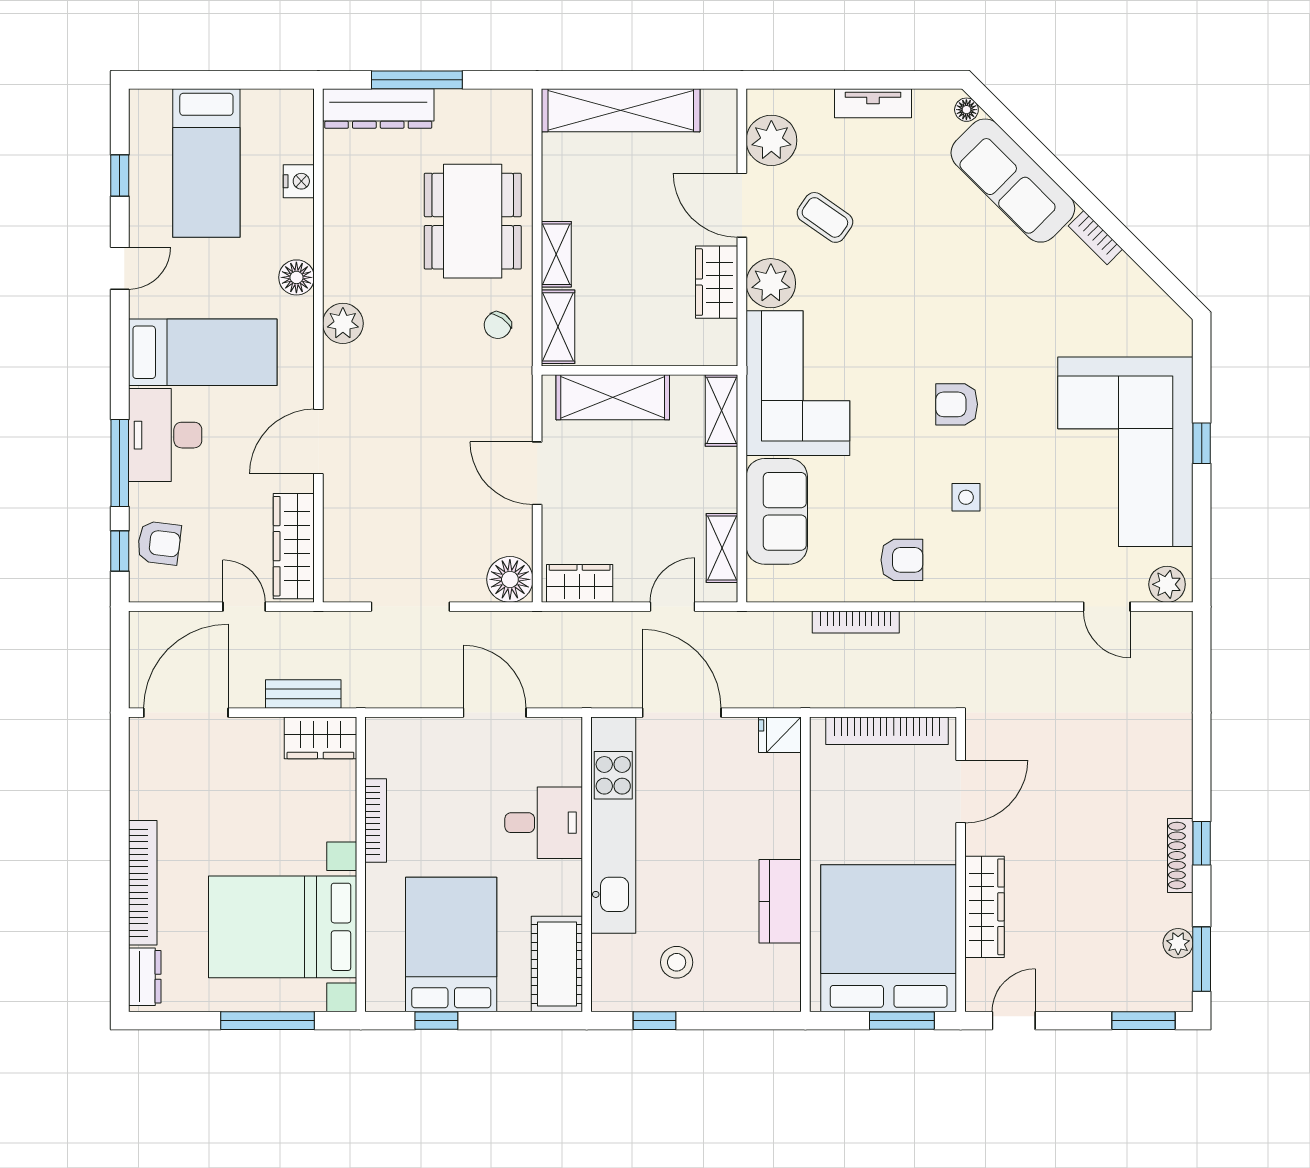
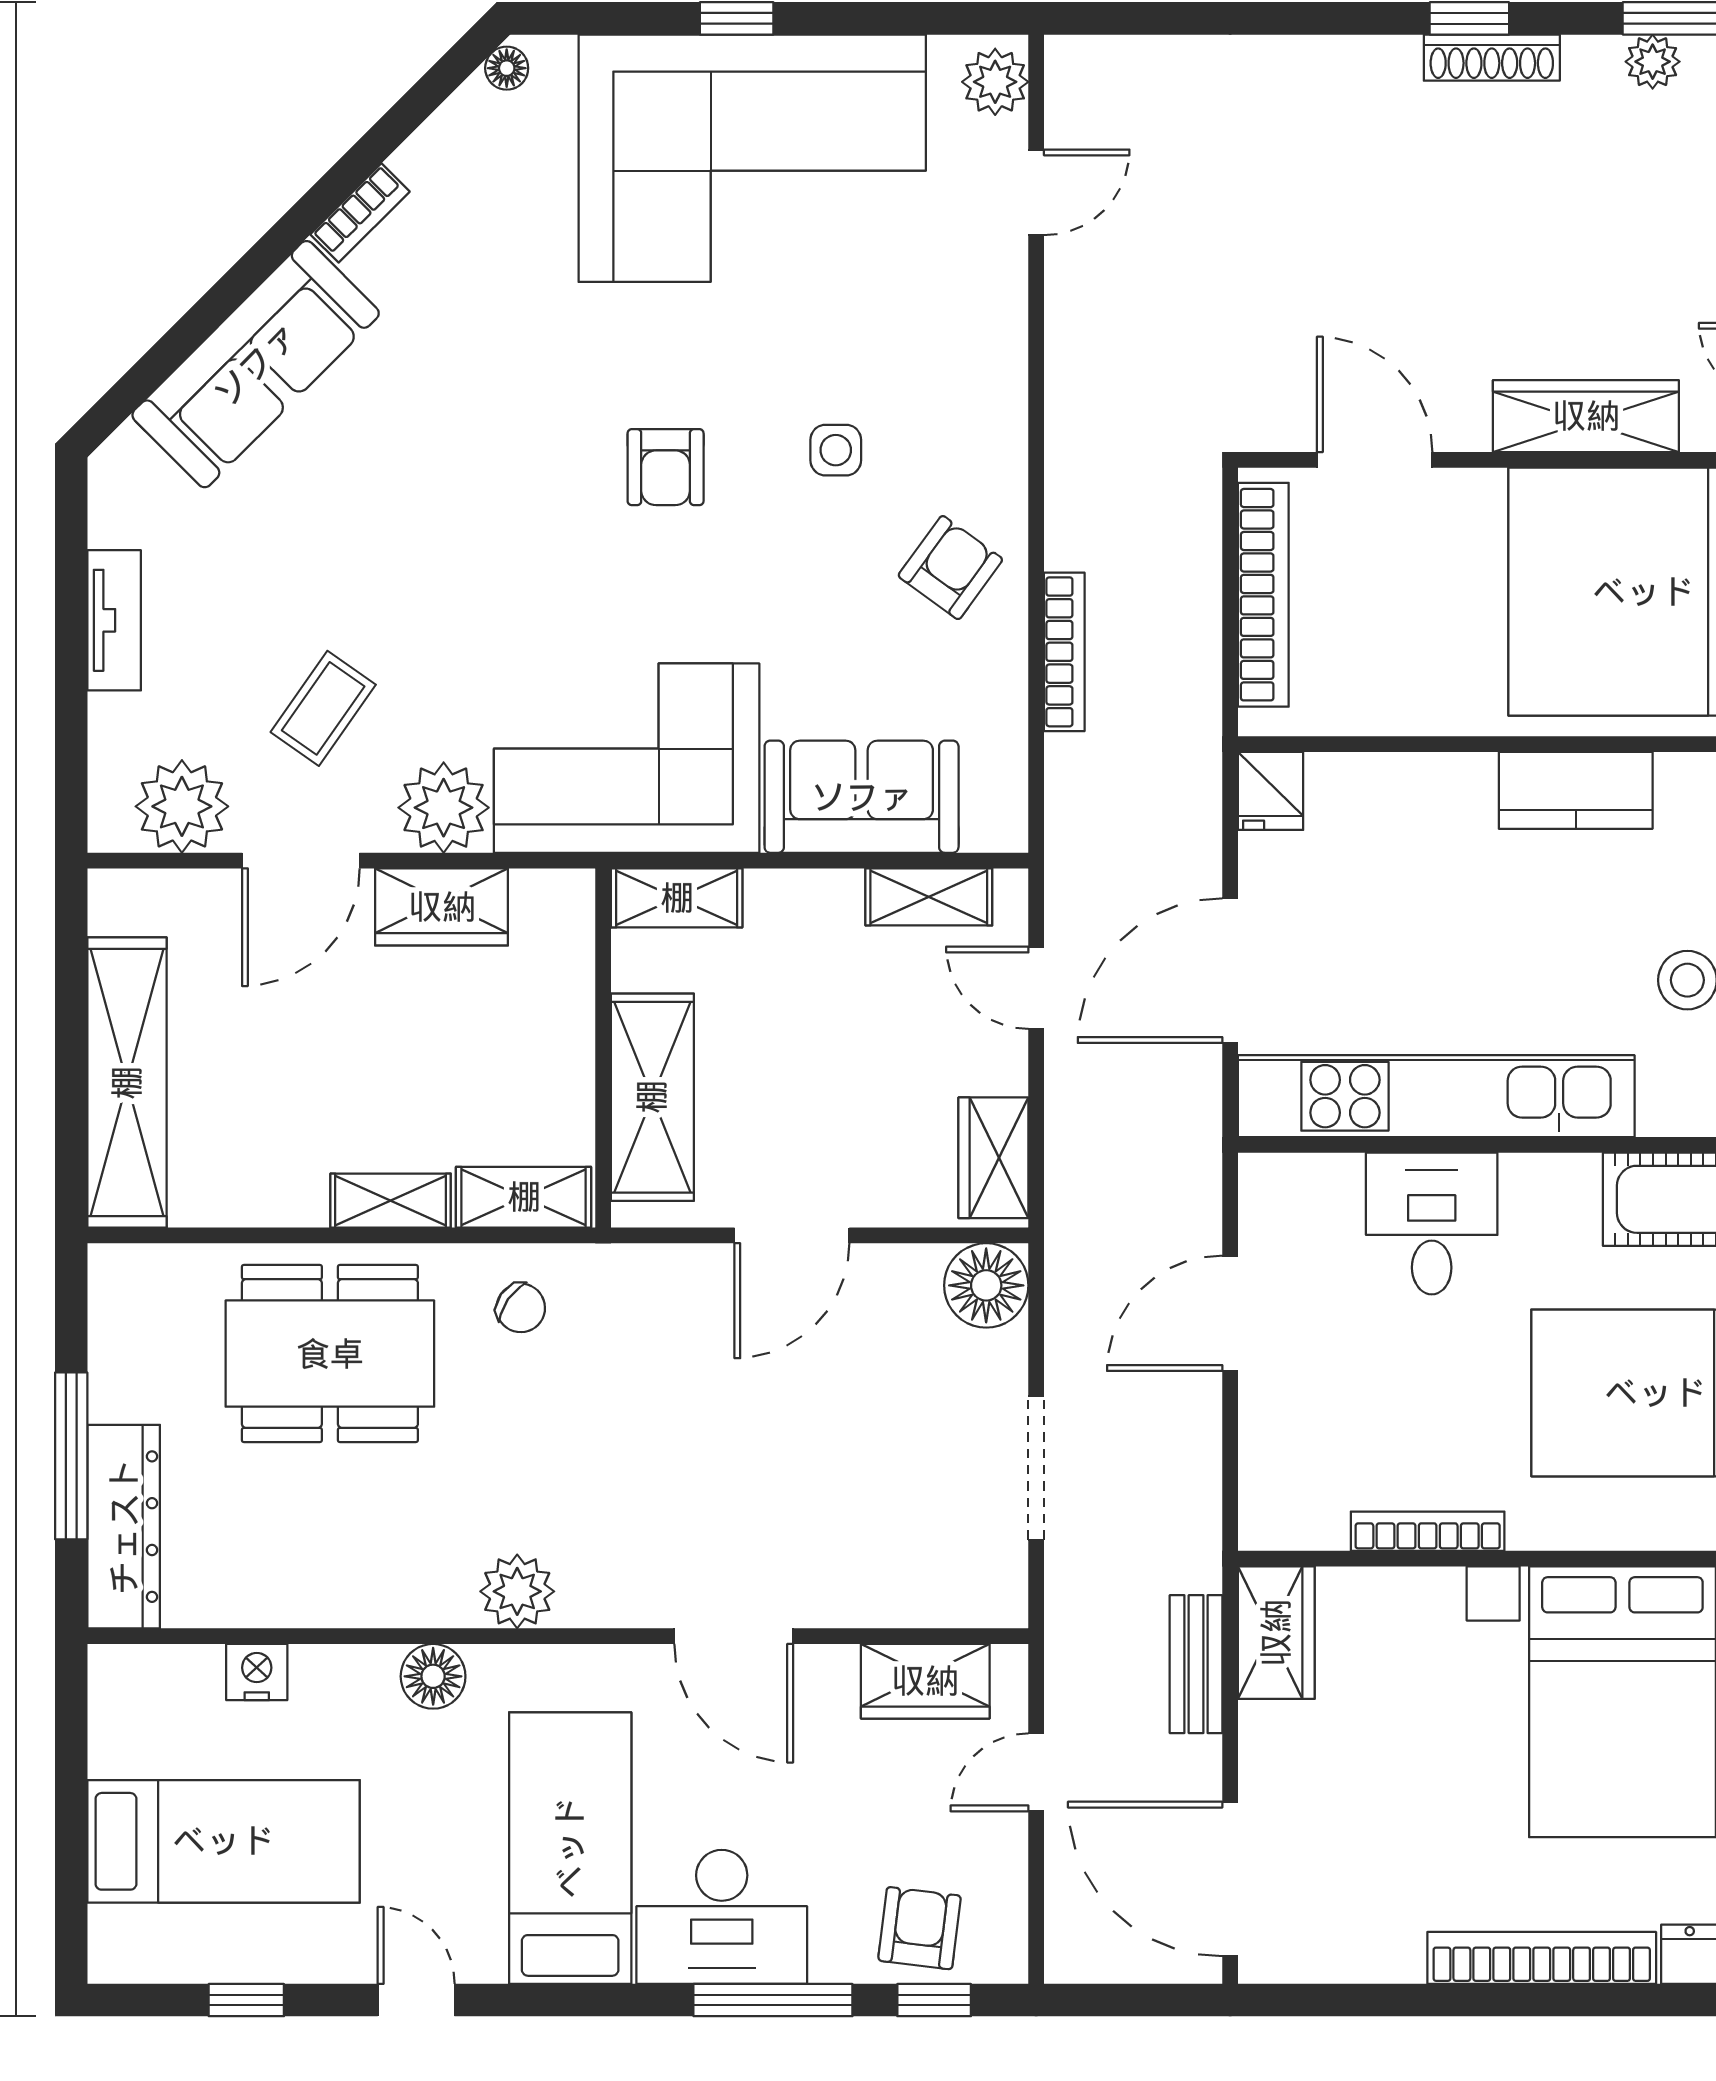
floor lamp: (966, 110) -> (507, 68), moved
wardrobe: (294, 546) -> (925, 1681), width x0.67
armchair: (902, 560) -> (950, 568), turned 36

